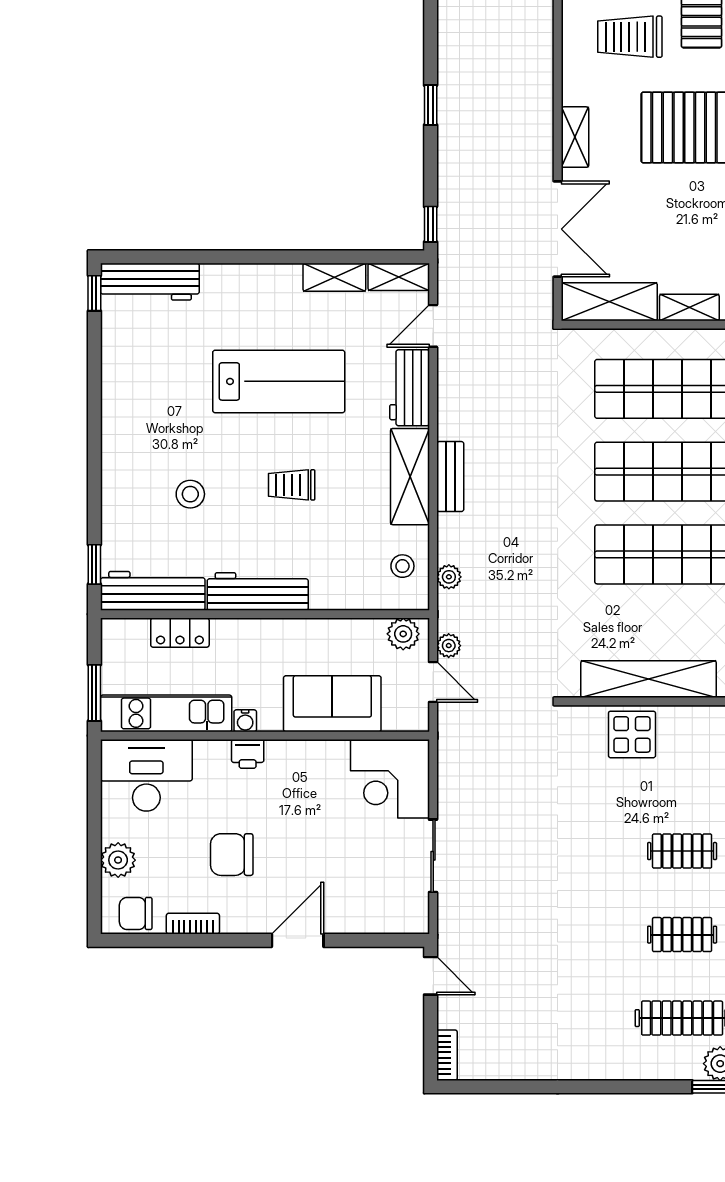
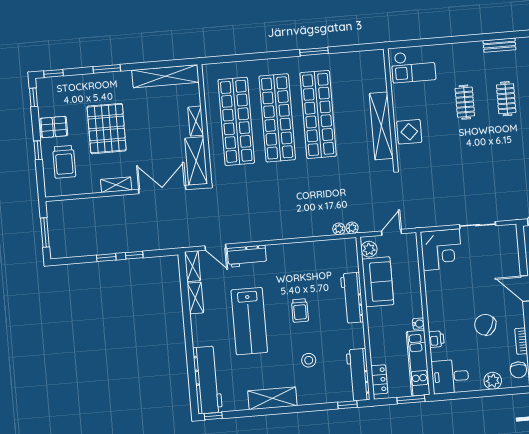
window: (431, 224) -> (134, 255), moved
workbench: (150, 282) -> (207, 380), width x1.36, depth x1.32
lab bench: (279, 381) -> (249, 321), turned 180
shelving: (410, 477) -> (272, 398), moved
bench: (450, 477) -> (289, 232), removed
stool: (402, 566) -> (335, 252), removed
workbench: (258, 592) -> (352, 298), moved
locker: (180, 633) -> (379, 380), moved
plant: (449, 646) -> (352, 228), moved
sofa: (332, 704) -> (378, 282), moved, turned 180
printer: (248, 754) -> (436, 339), moved
desk: (146, 775) -> (450, 376), width x0.73
chair: (232, 855) -> (485, 325), turned 118

